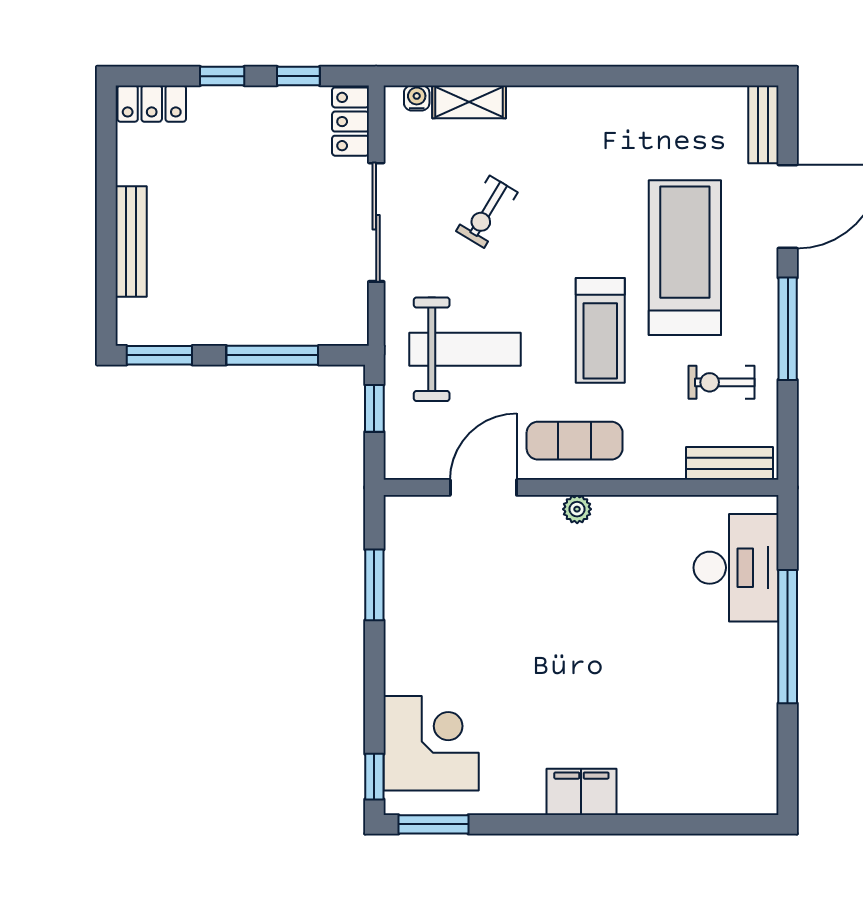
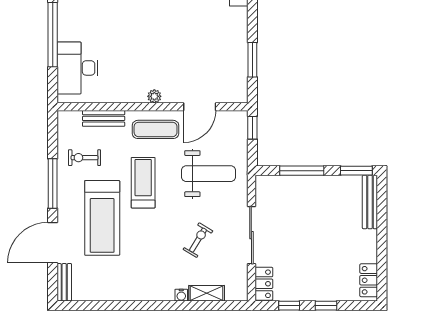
water cooler: (417, 98) -> (181, 295), moved
locker: (152, 104) -> (369, 280), moved, turned -90
bench: (131, 242) -> (370, 202), moved
weight bench: (465, 349) -> (209, 174), turned 180
exercise bike: (721, 382) -> (84, 158), turned 180
window: (374, 408) -> (252, 128), moved
bench: (730, 463) -> (104, 118), moved

